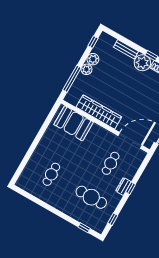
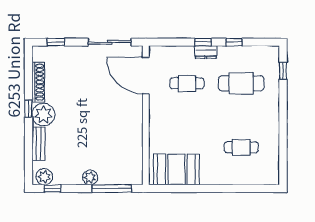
plant: (93, 59) -> (44, 177), moved
wardrobe: (99, 112) -> (133, 133), removed
booth: (74, 123) -> (176, 170), moved, turned 90
cafe table: (91, 197) -> (241, 83), turned 90
window: (113, 219) -> (234, 42), moved

